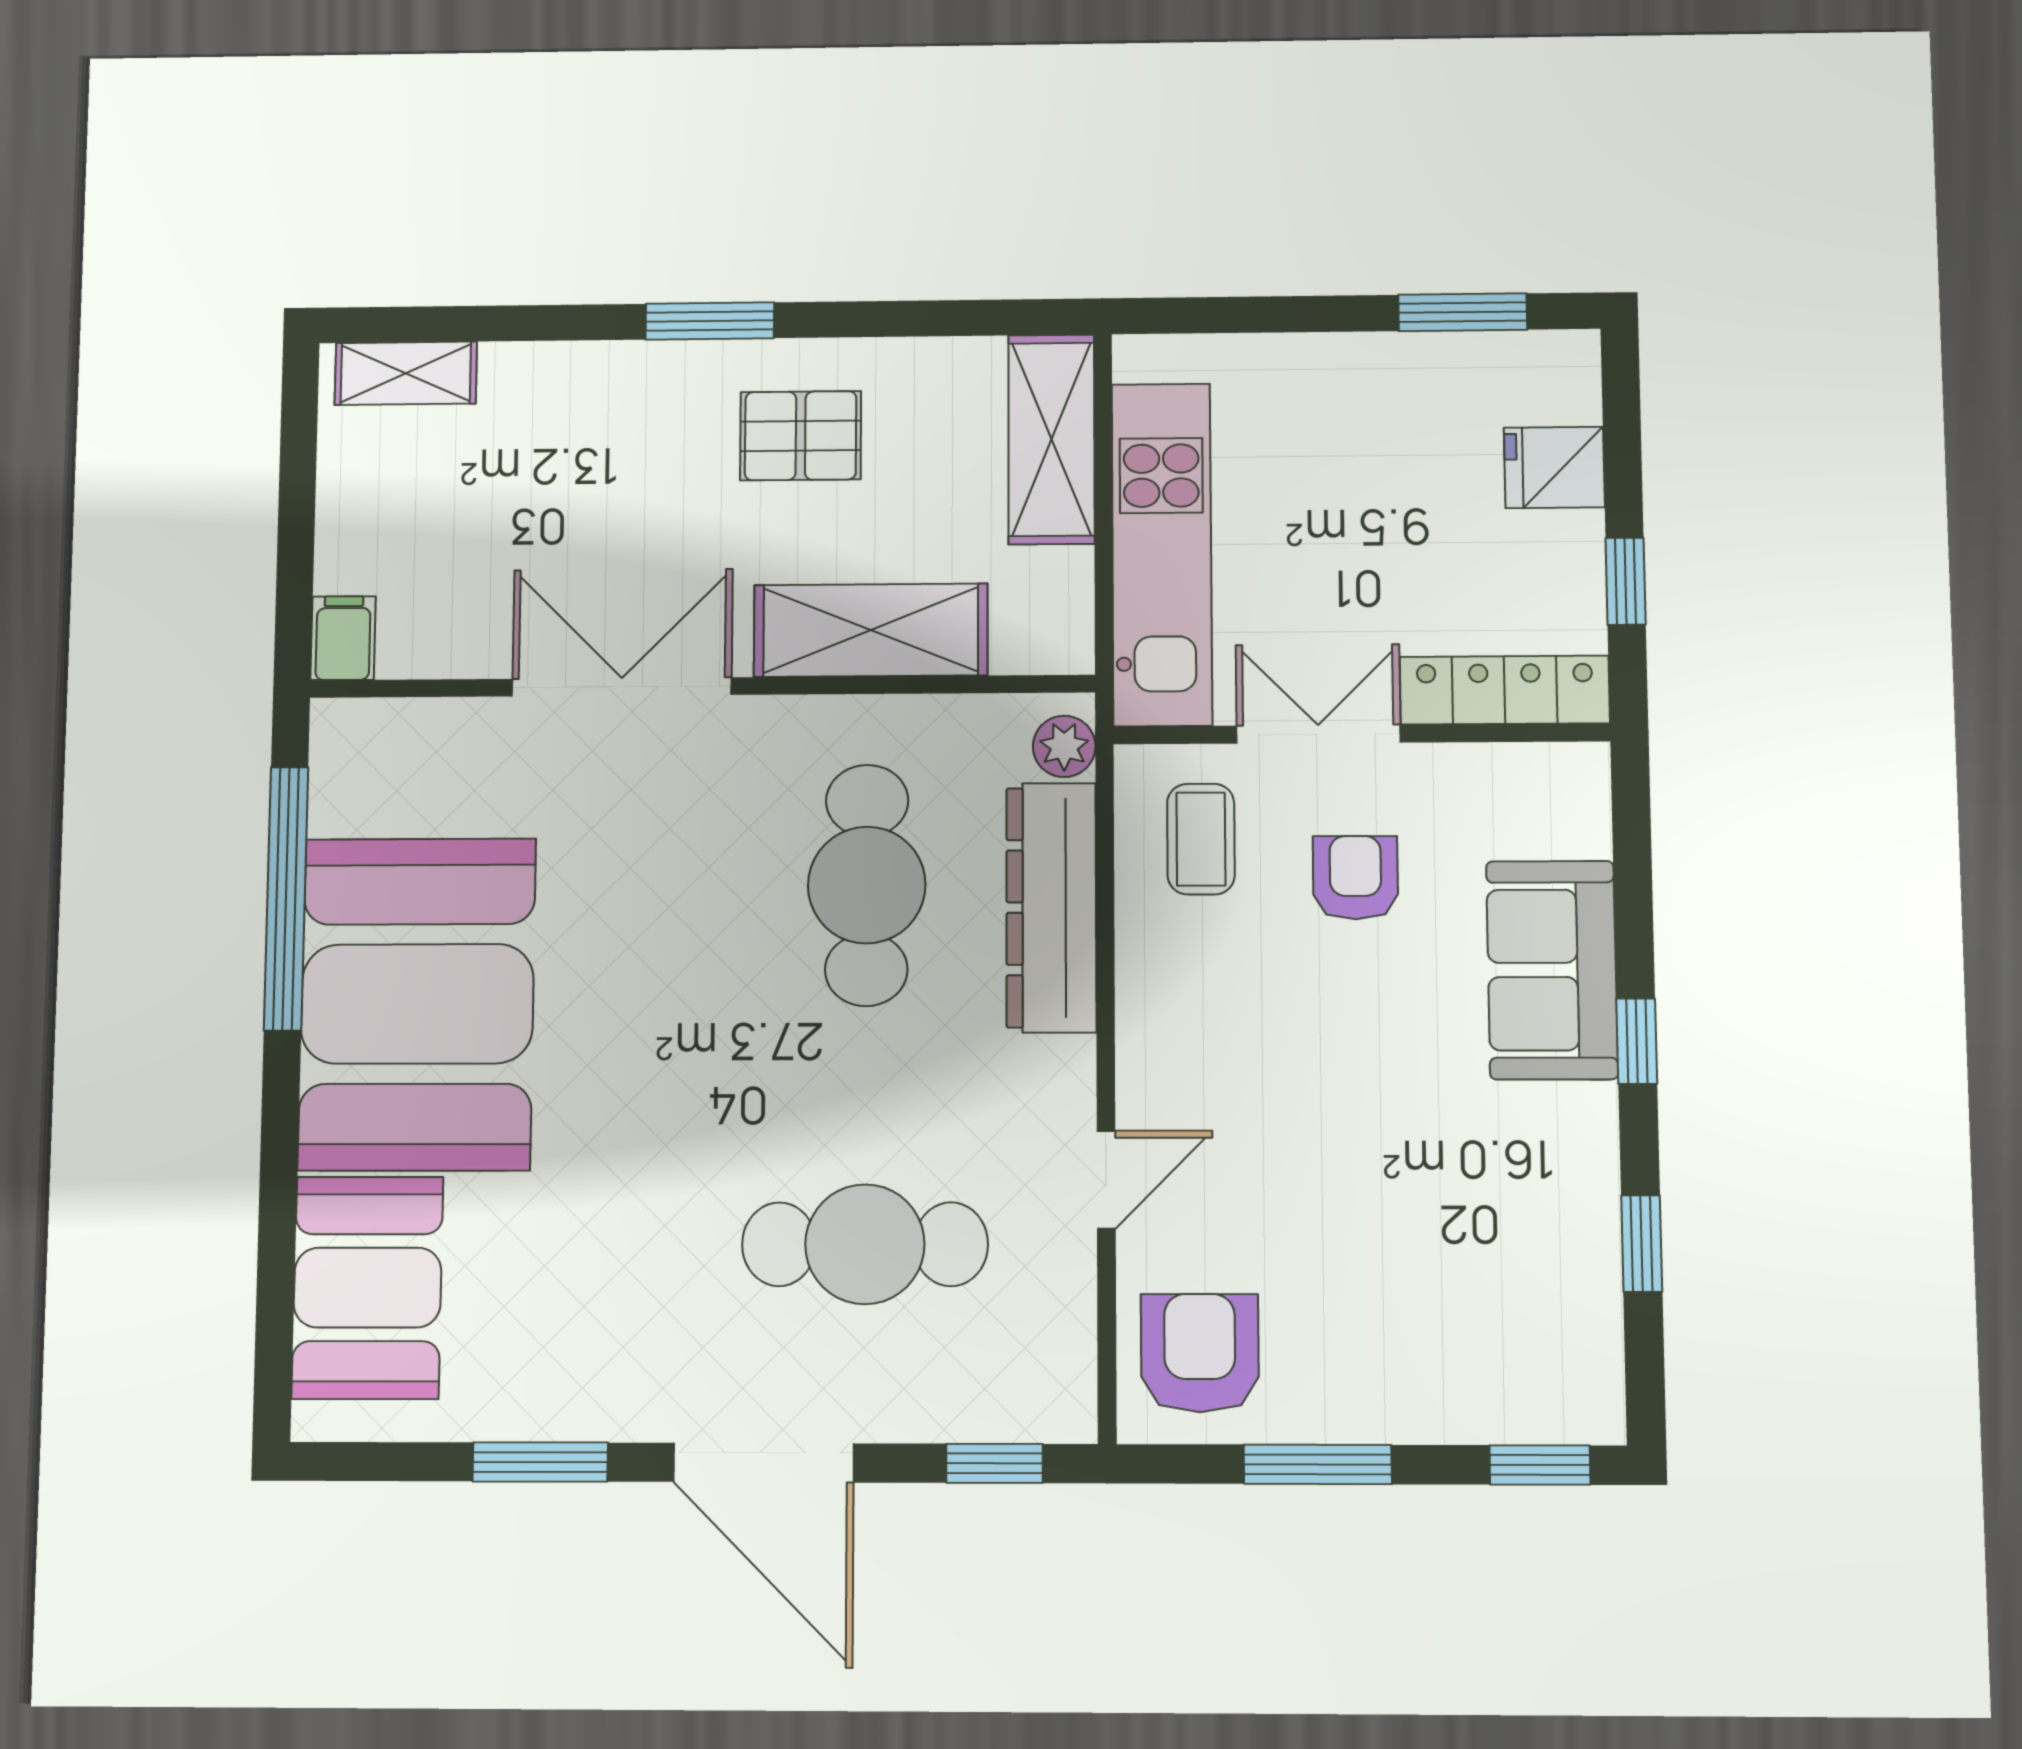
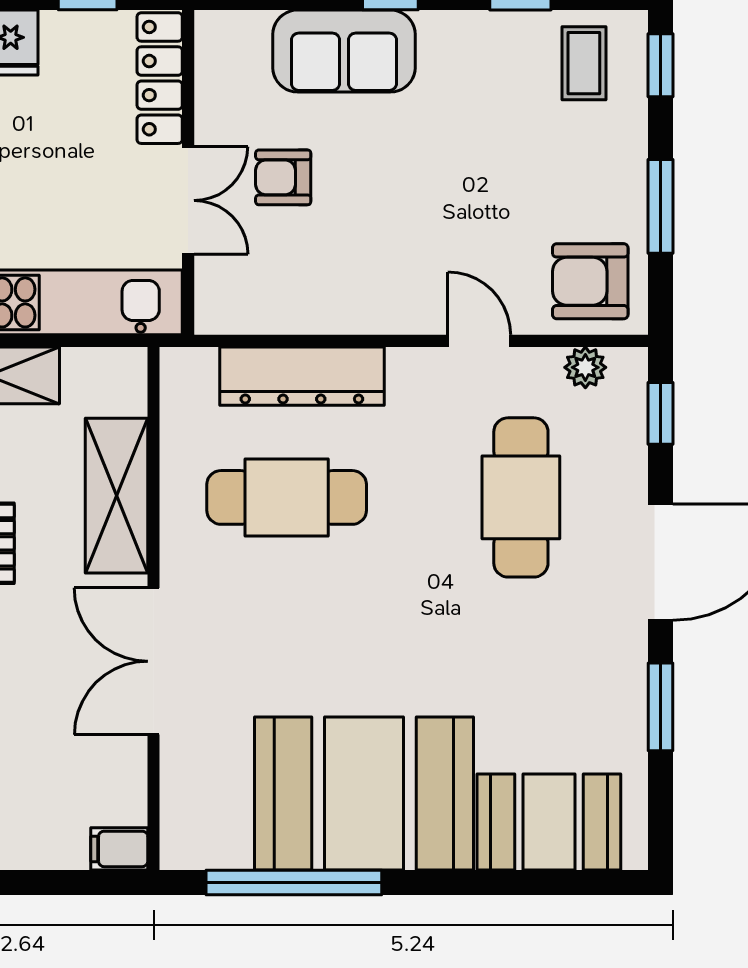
double door: (1318, 734) -> (188, 200), swing flipped
plant: (1064, 746) -> (585, 367), moved
coffee table: (1201, 839) -> (584, 63), moved, turned 90

